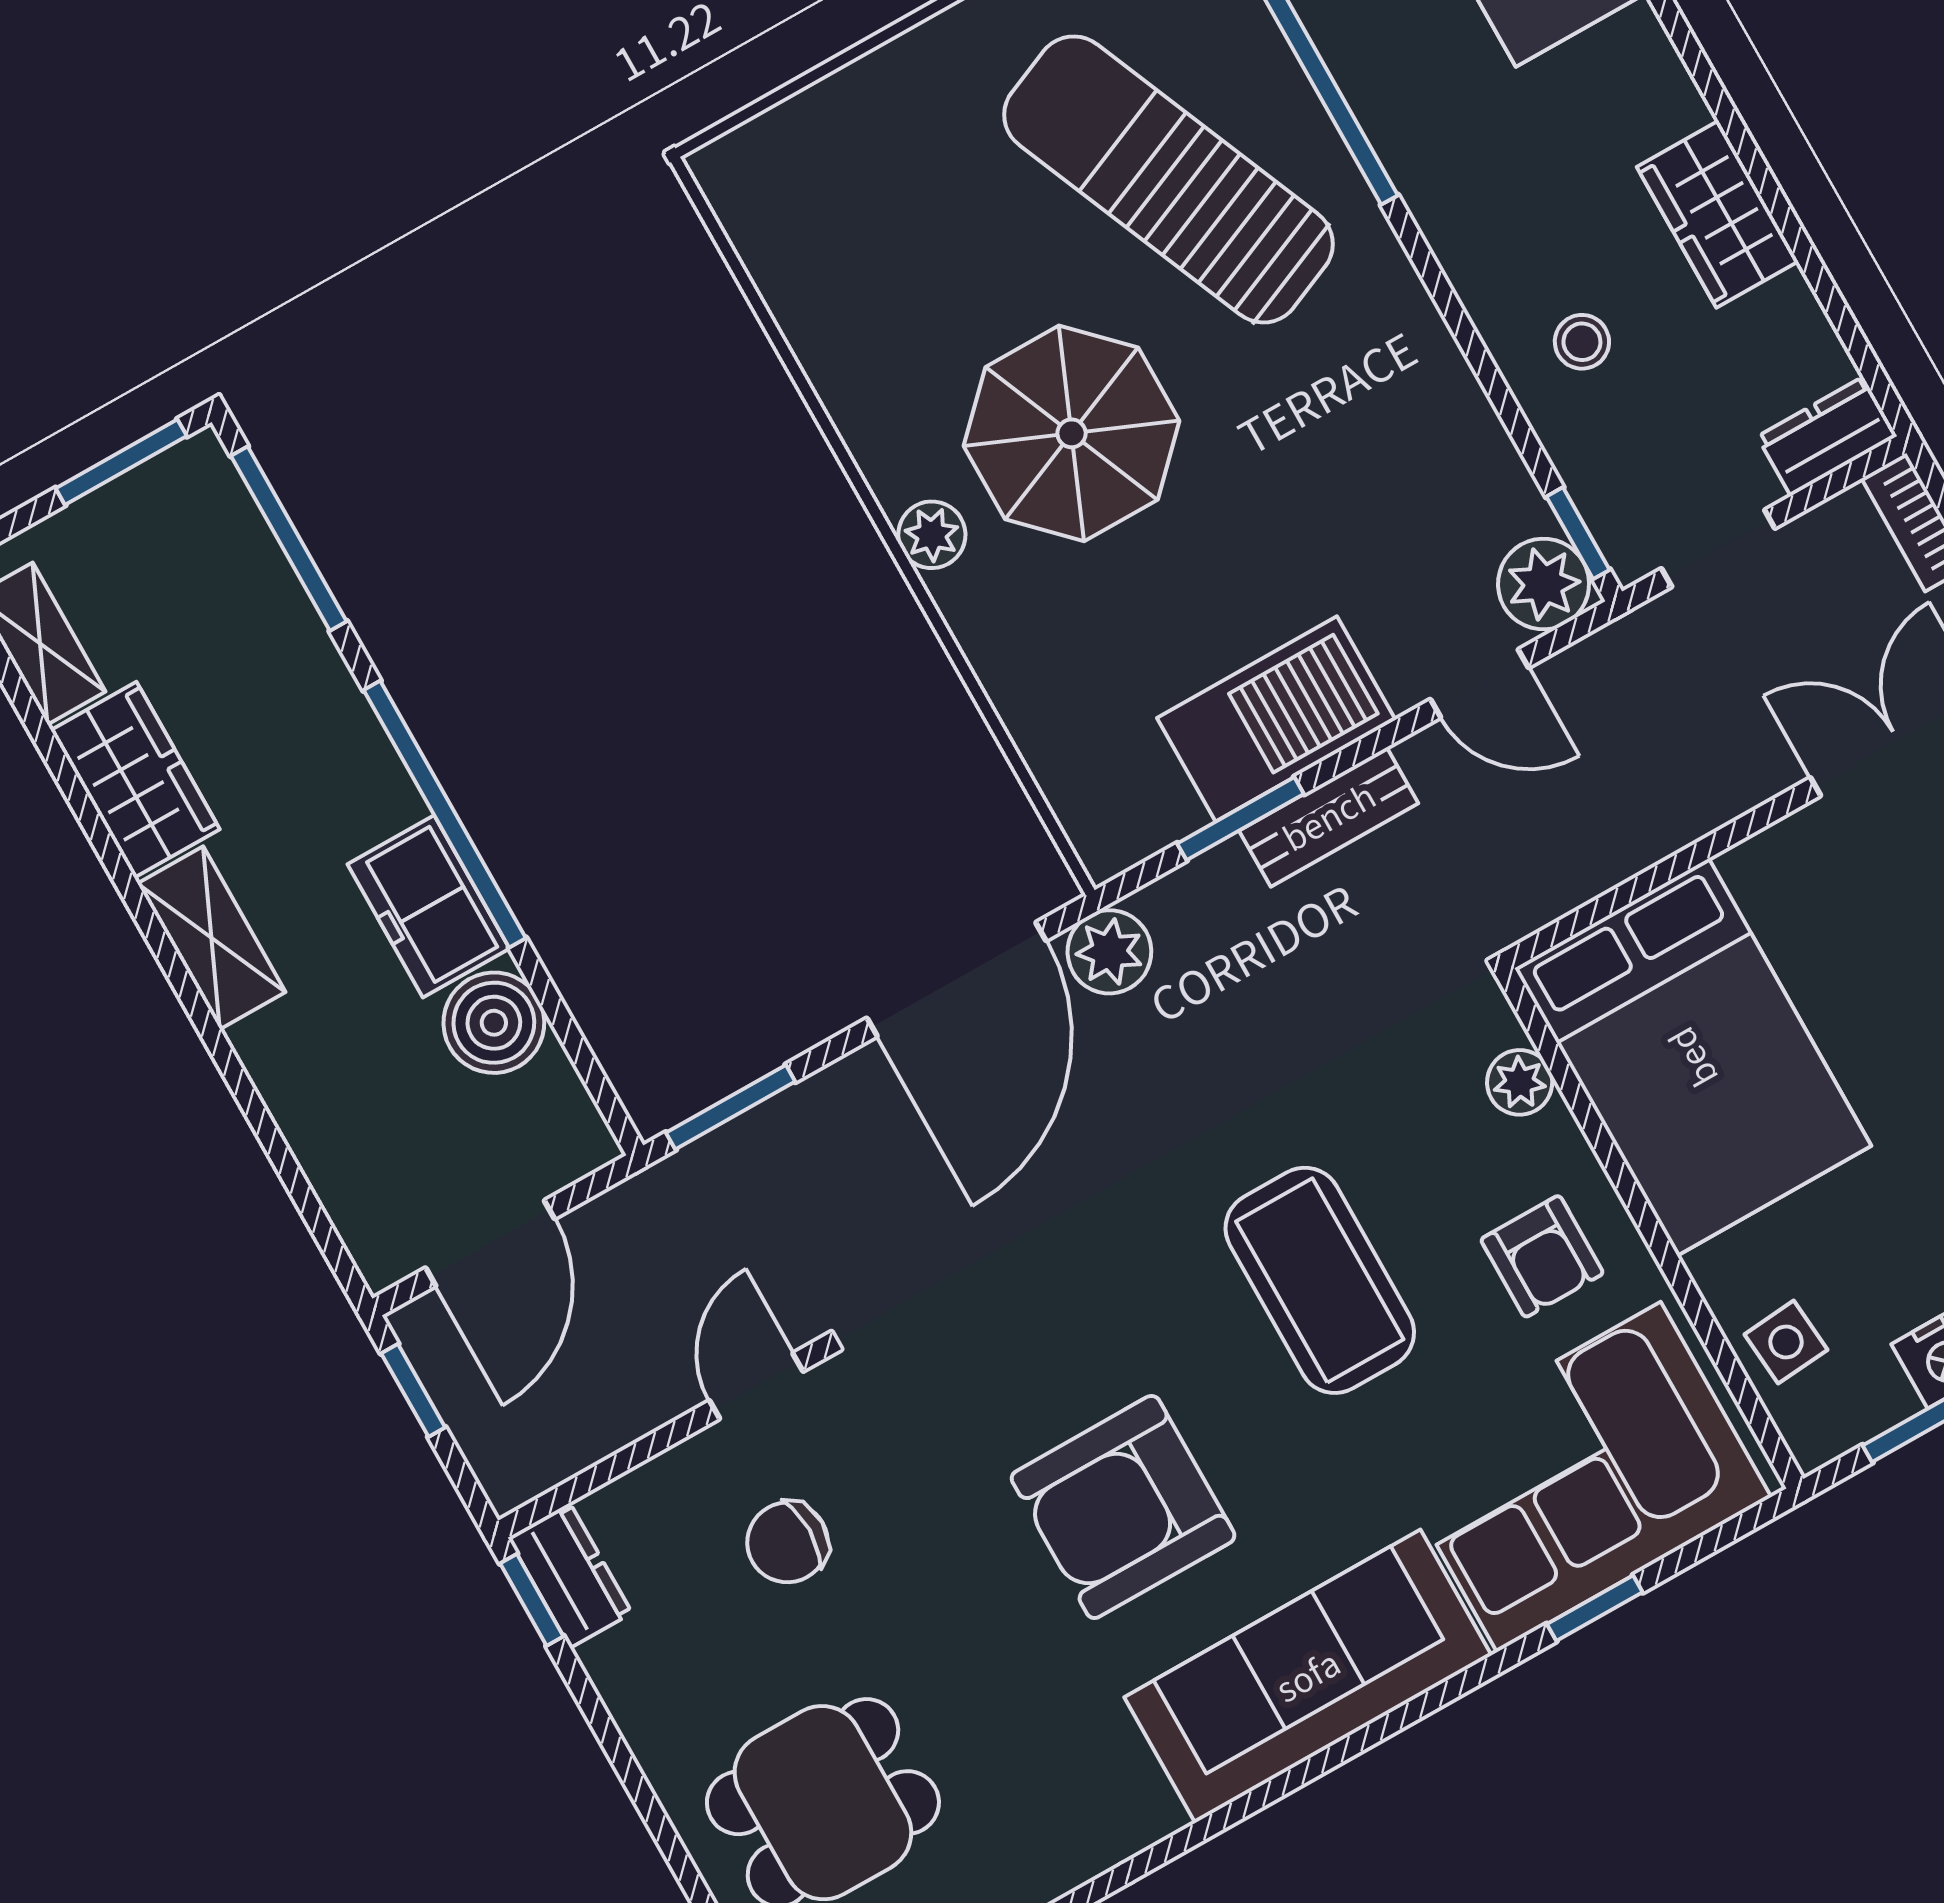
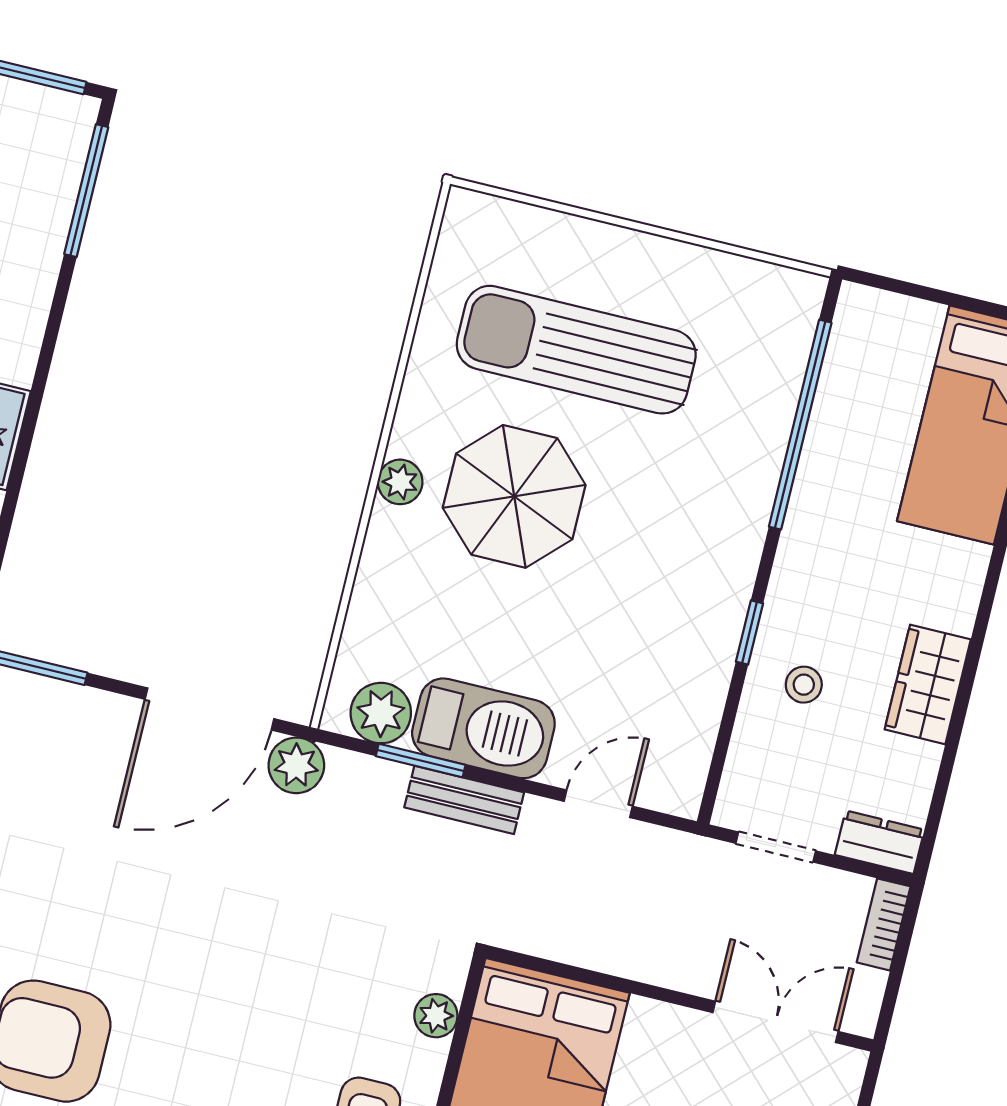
sun lounger: (1169, 179) -> (576, 350), moved, turned -67
window: (1578, 533) -> (750, 632), moved
plant: (1544, 584) -> (381, 713), moved
door: (1479, 683) -> (598, 804), swing flipped
window: (445, 814) -> (36, 395), removed
coffee table: (1320, 1280) -> (249, 1021), removed

